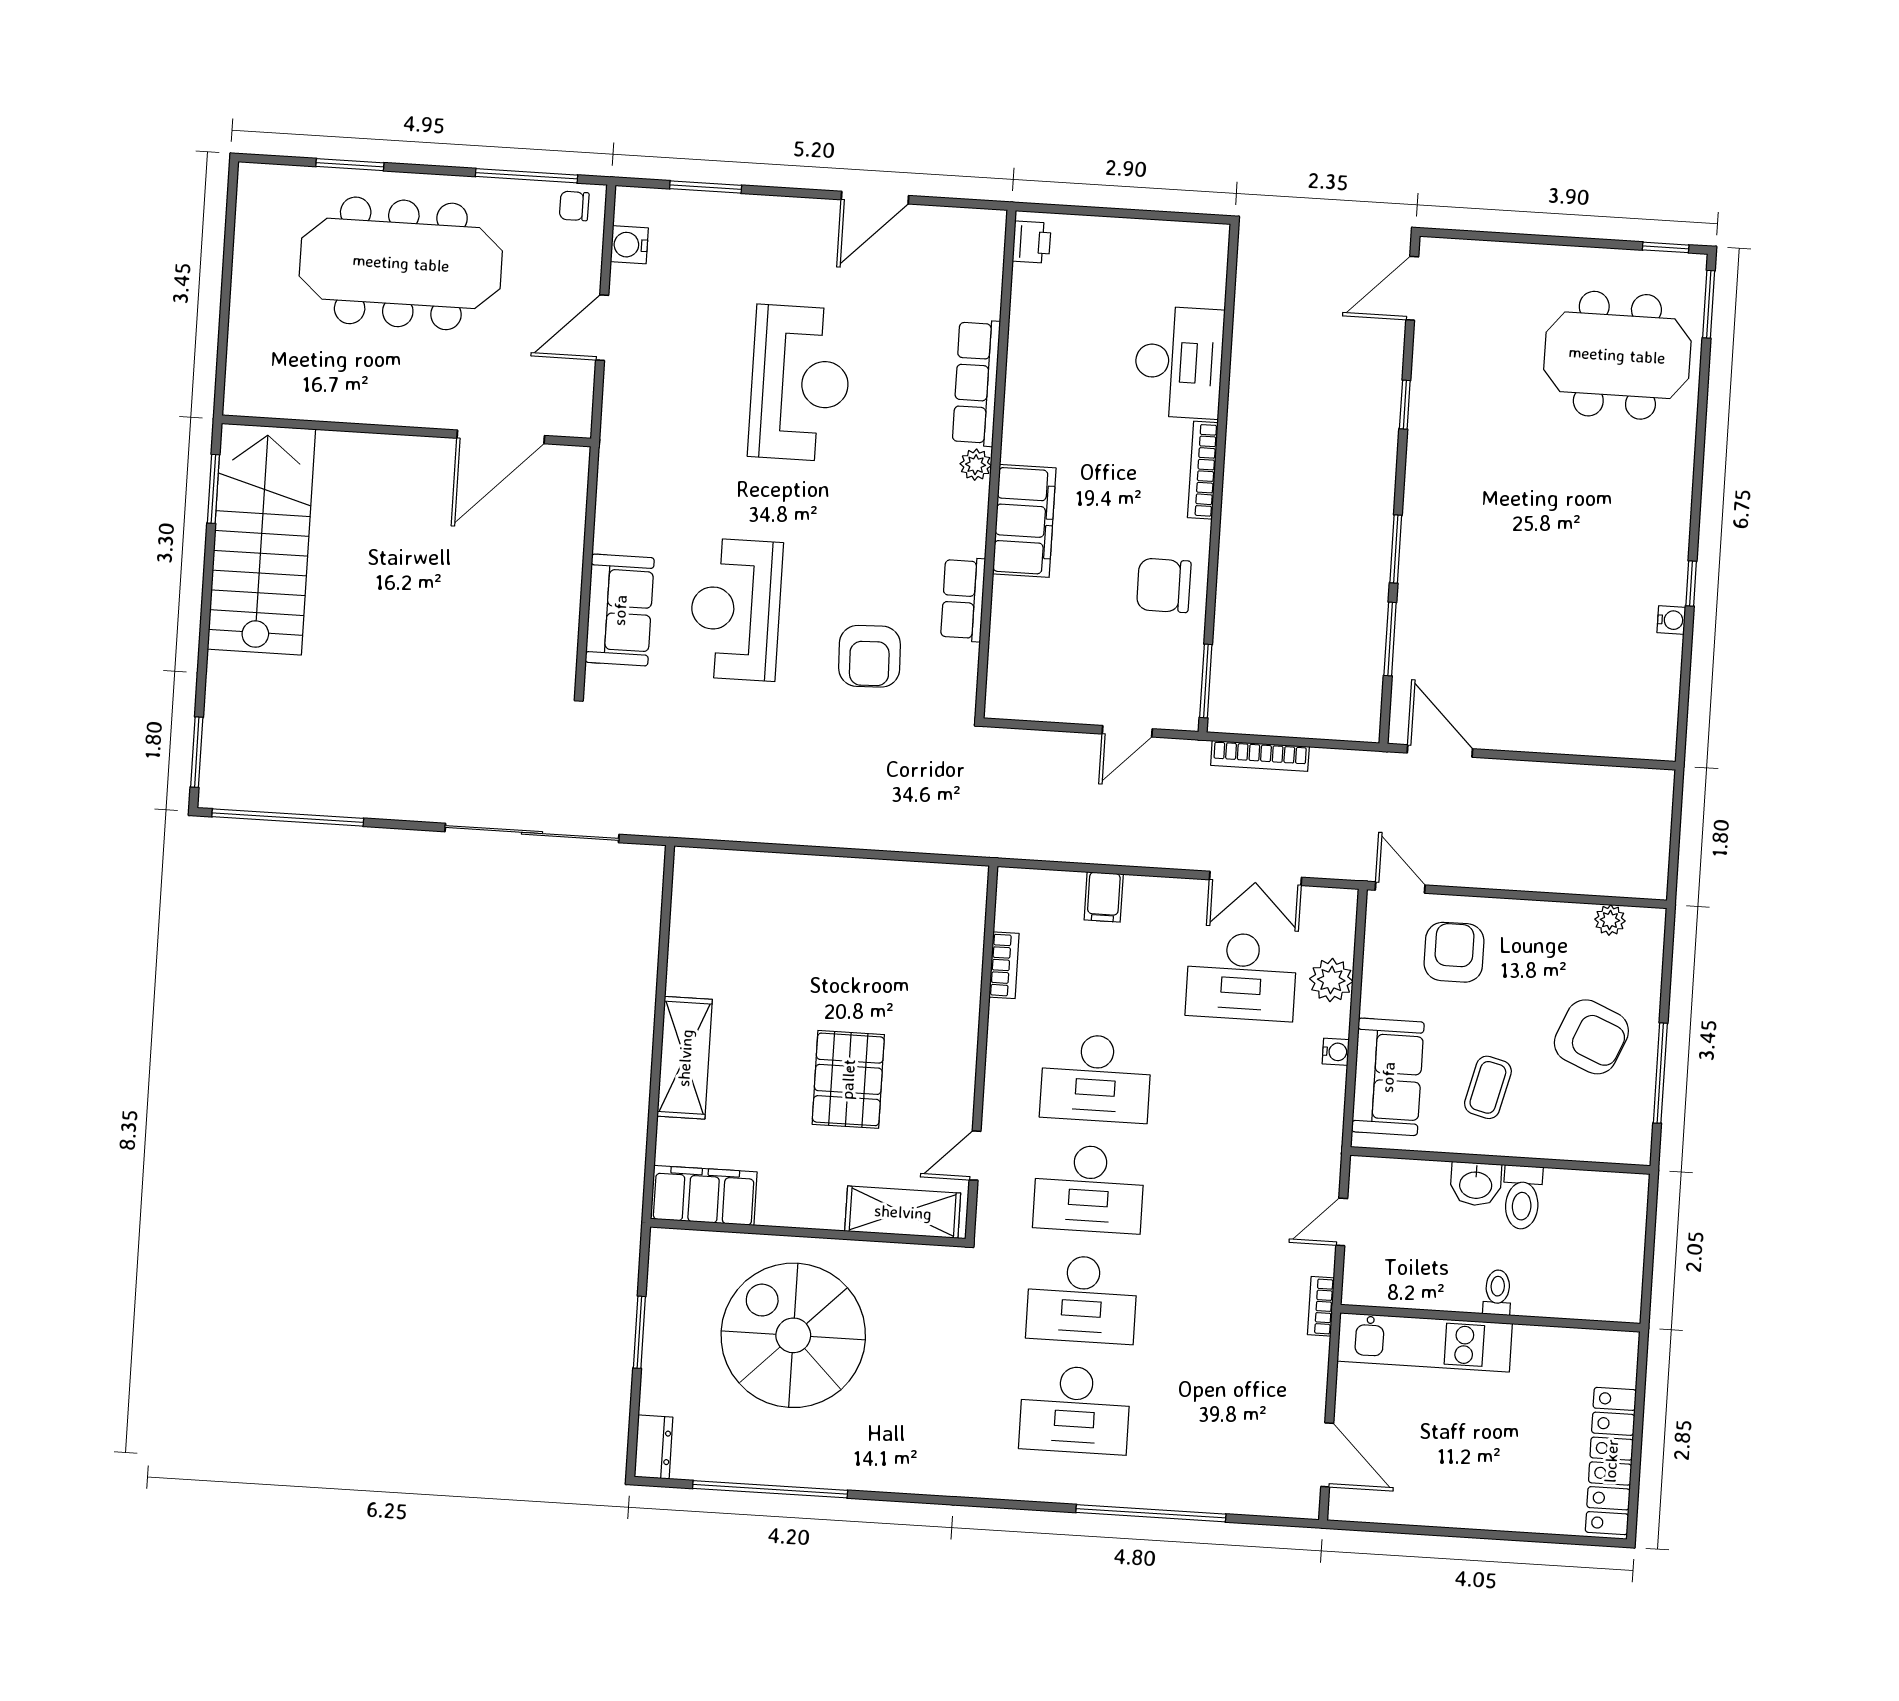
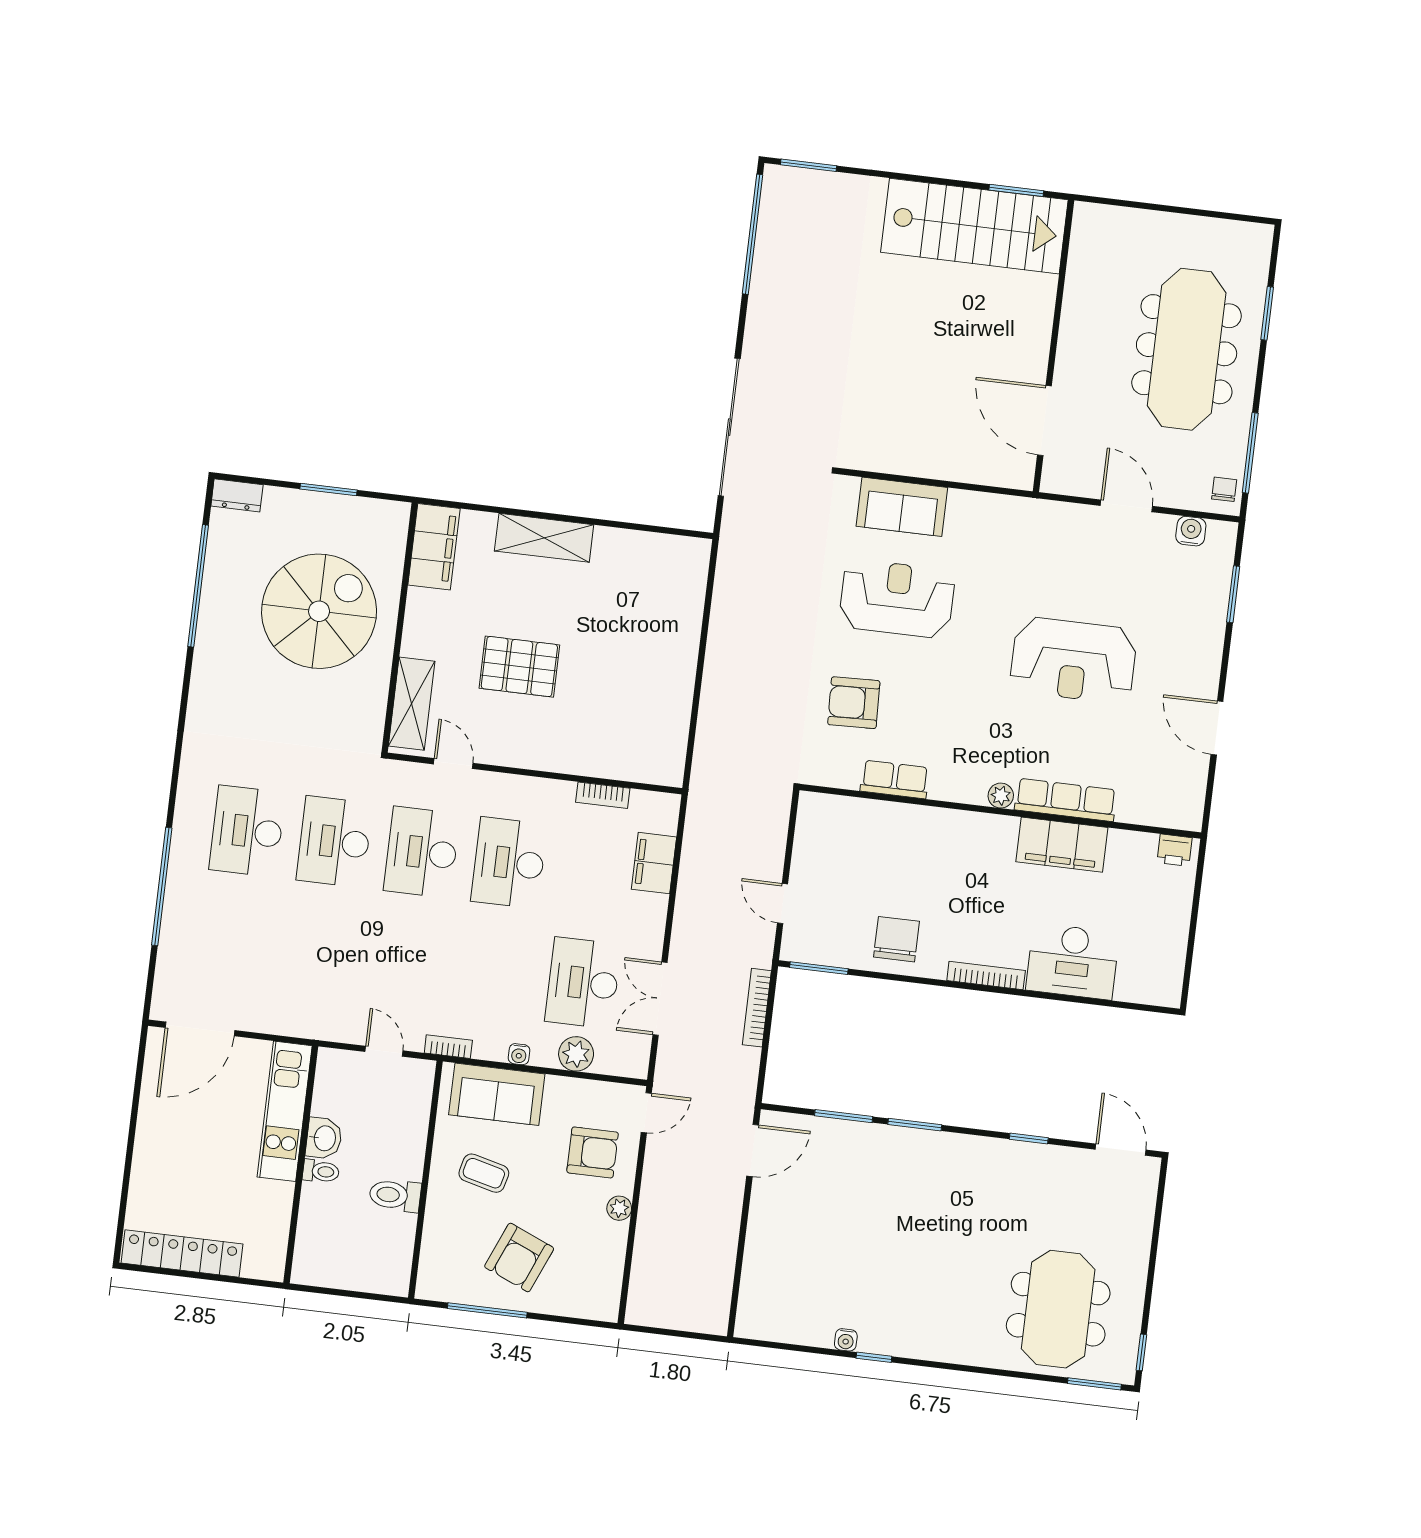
filing cabinet: (1024, 521) -> (1062, 845), moved
filing cabinet: (1104, 897) -> (654, 863), width x2.00
plant: (1610, 920) -> (619, 1208), moved
washbasin: (1476, 1184) -> (324, 1138), moved, turned 180
bookcase: (1321, 1306) -> (448, 1047), moved
door: (1327, 1455) -> (200, 1029), width x1.36

